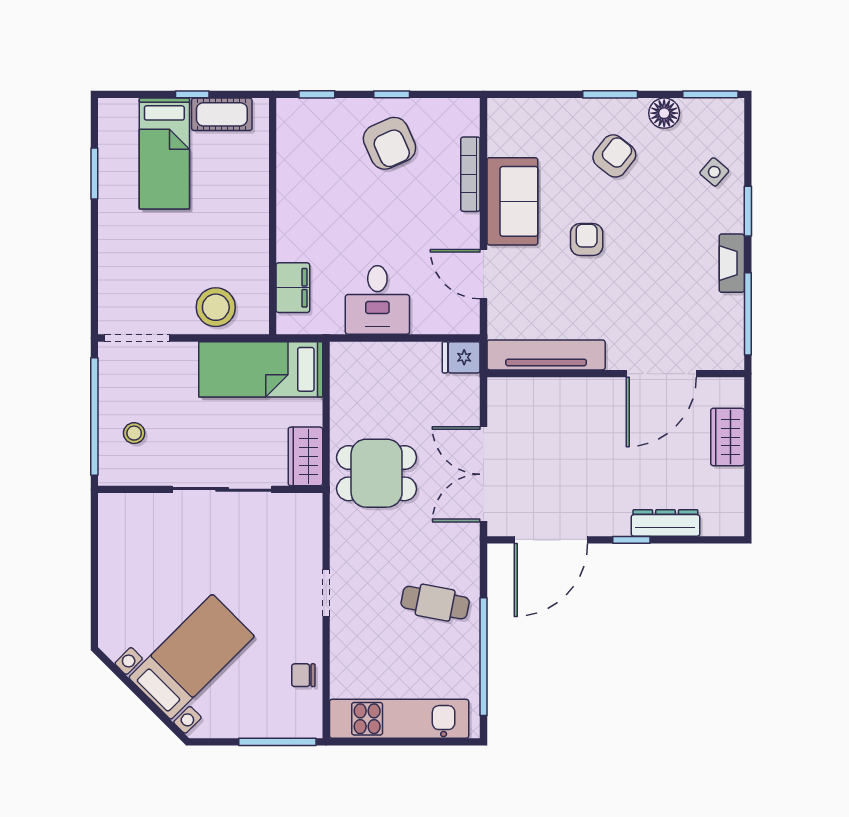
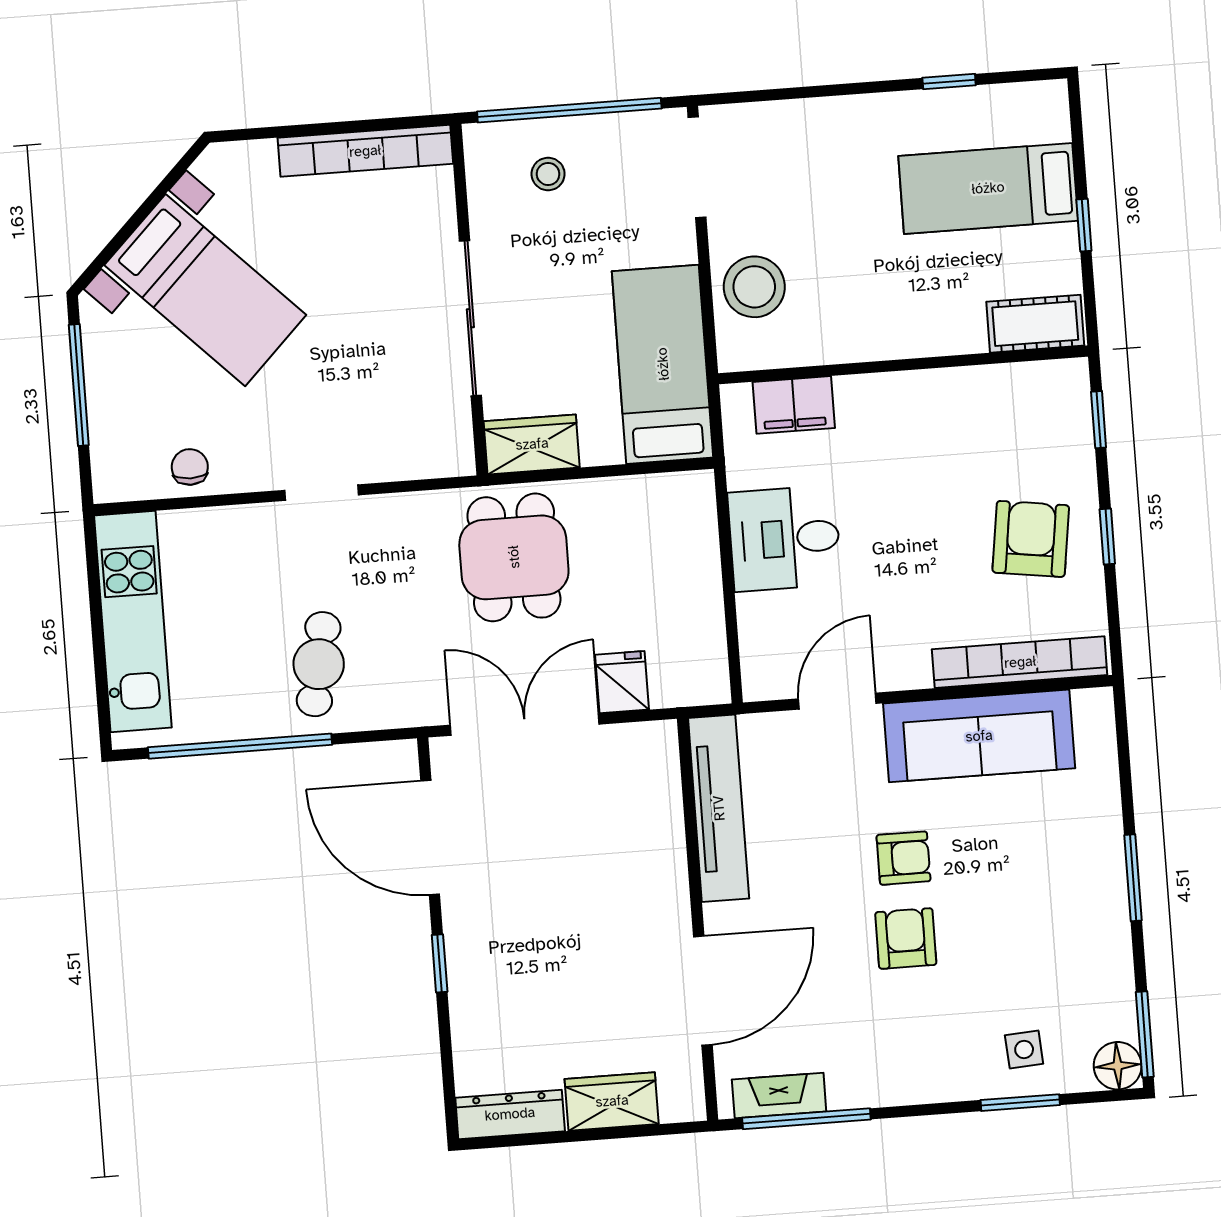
floor lamp: (664, 113) -> (1118, 1066), moved
cot: (222, 114) -> (1035, 324), moved, turned 90
armchair: (389, 143) -> (1031, 539), turned 122
armchair: (614, 156) -> (906, 938), moved, turned -128
side table: (714, 172) -> (1024, 1050), turned 45
window: (94, 173) -> (949, 82), width x0.67
bookcase: (470, 174) -> (1020, 662), width x1.48, depth x1.31
sofa: (512, 201) -> (979, 736), width x1.36
window: (748, 211) -> (1020, 1103), moved
fireplace: (732, 263) -> (779, 1096), moved
fridge: (461, 357) -> (622, 682), moved
door: (661, 374) -> (703, 991), swing flipped
dresser: (665, 523) -> (510, 1114), moved, turned -90
bookcase: (110, 548) -> (365, 151), added
window: (277, 742) -> (79, 385), moved

